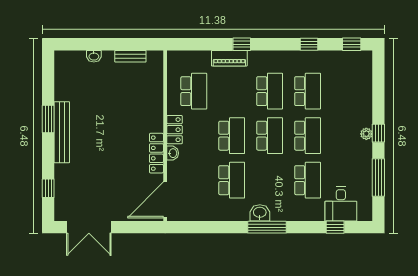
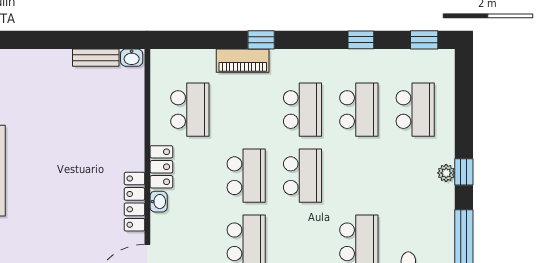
washbasin: (94, 56) -> (132, 58), moved
school desk: (308, 136) -> (415, 110), moved

